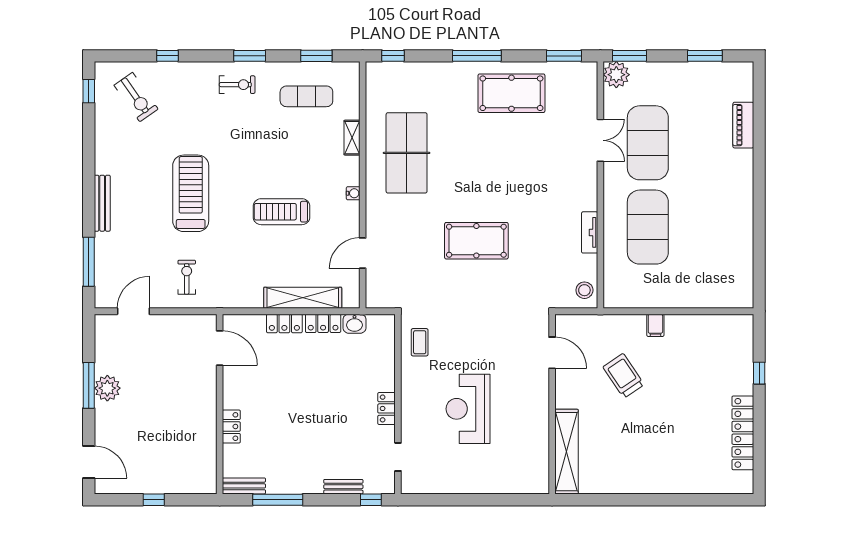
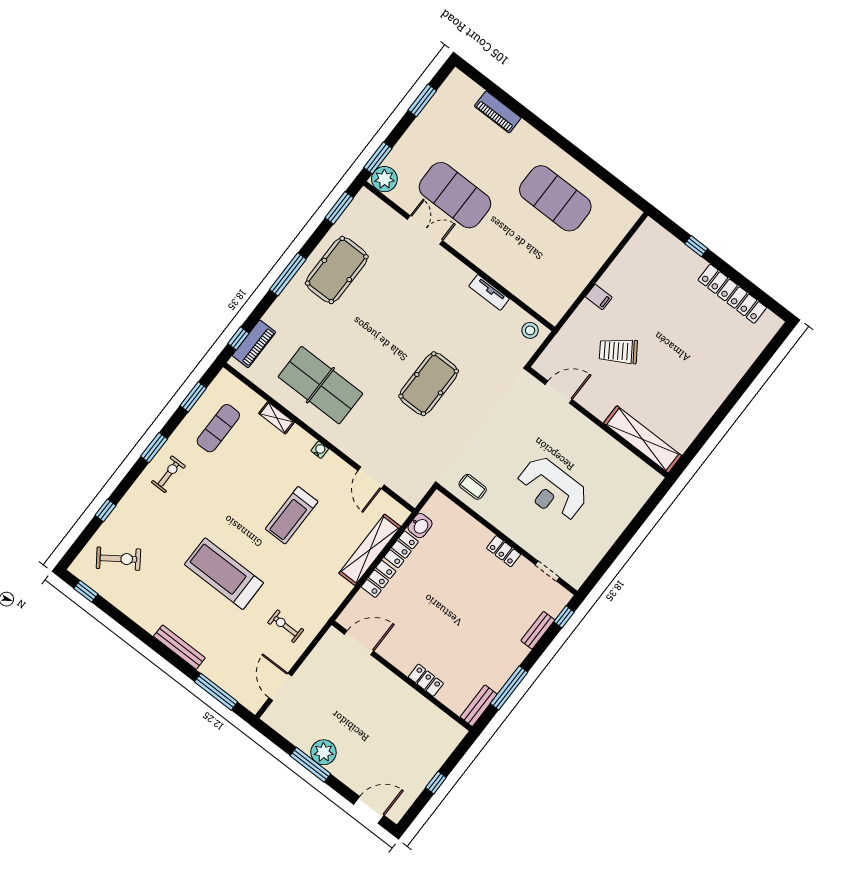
piano: (398, 72) -> (254, 344), added
exercise mat: (648, 227) -> (555, 198), moved

